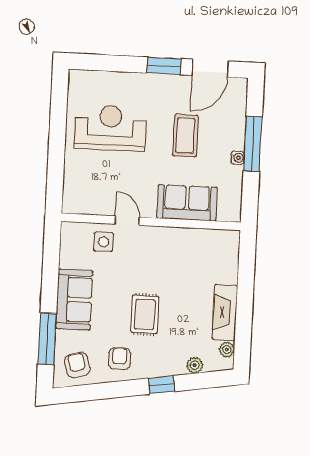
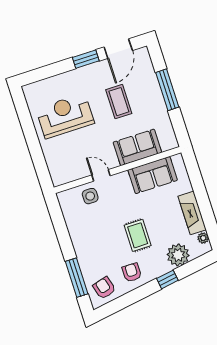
water cooler: (237, 158) -> (160, 103), removed
sofa: (74, 299) -> (153, 175), moved, turned 90
plant: (195, 365) -> (178, 255), width x1.88, depth x1.88

